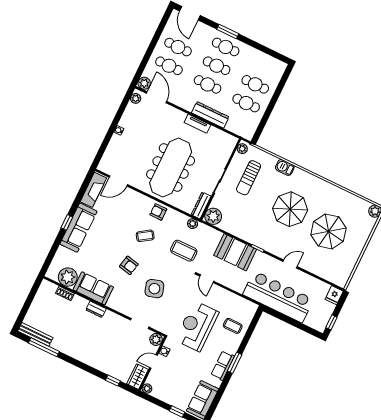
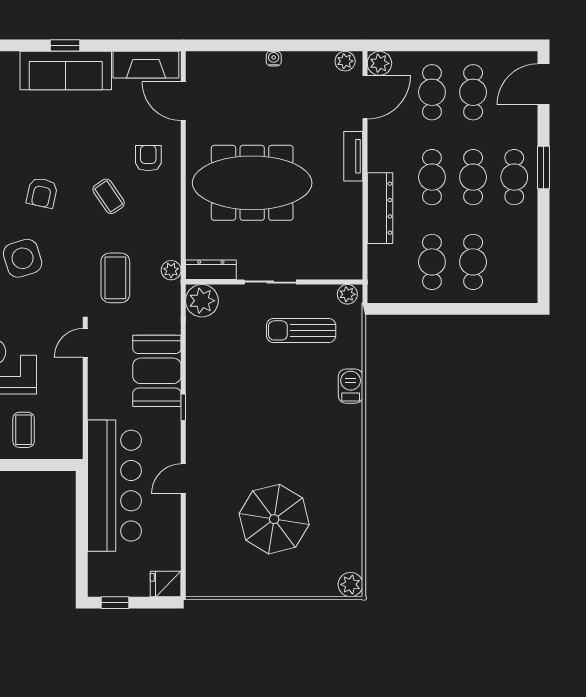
tv unit: (197, 124) -> (353, 156), moved
parasol: (290, 209) -> (281, 432), removed
armchair: (158, 212) -> (148, 158), moved
door: (290, 264) -> (183, 479), swing flipped

